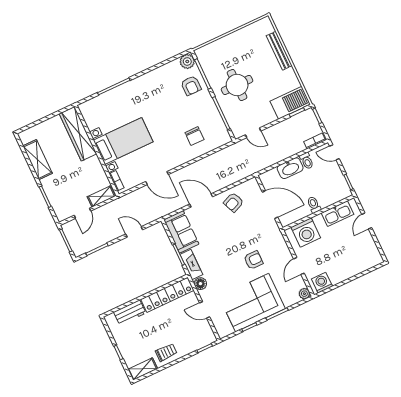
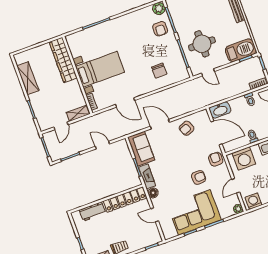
round table: (237, 85) -> (202, 44), moved
washbasin: (290, 168) -> (220, 110), moved
armchair: (272, 236) -> (216, 159), added

